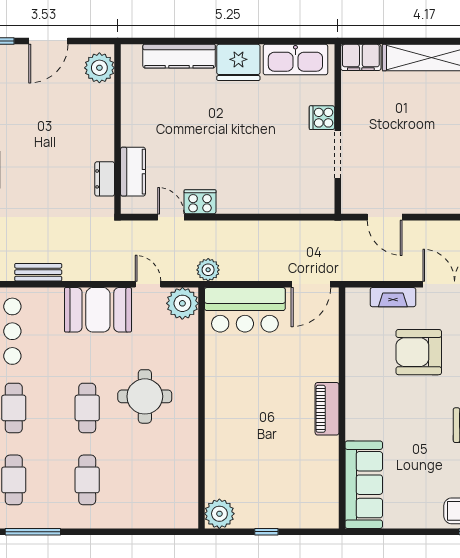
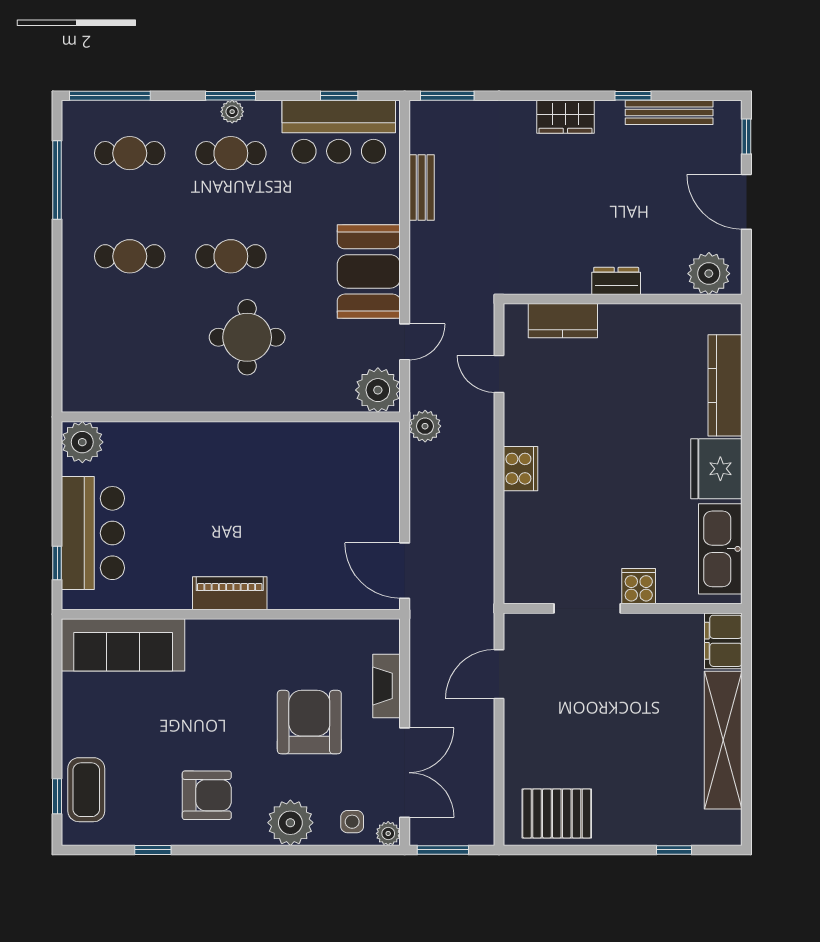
dresser: (105, 179) -> (616, 281), moved
cooker: (200, 202) -> (521, 469), moved
door: (171, 217) -> (499, 374), swing flipped
bar counter: (245, 310) -> (93, 533), moved, turned 180
window: (266, 532) -> (57, 563), moved

